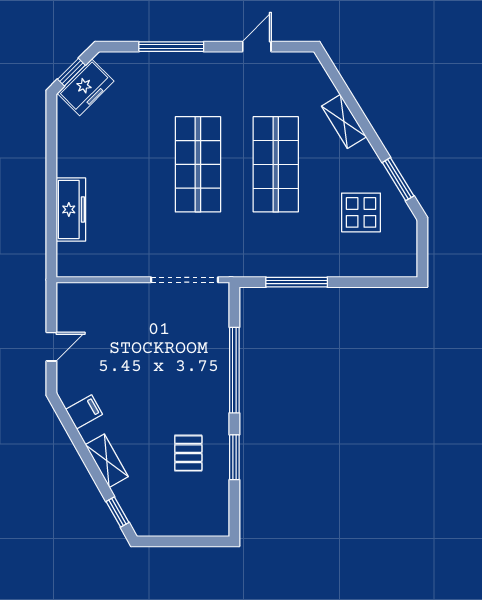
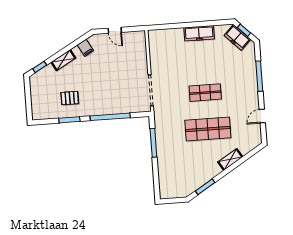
door: (257, 47) -> (262, 116), swing flipped
shop shelf: (198, 164) -> (205, 93), width x0.70, depth x0.74
freezer: (71, 209) -> (199, 33), moved
display table: (361, 212) -> (188, 171), removed

